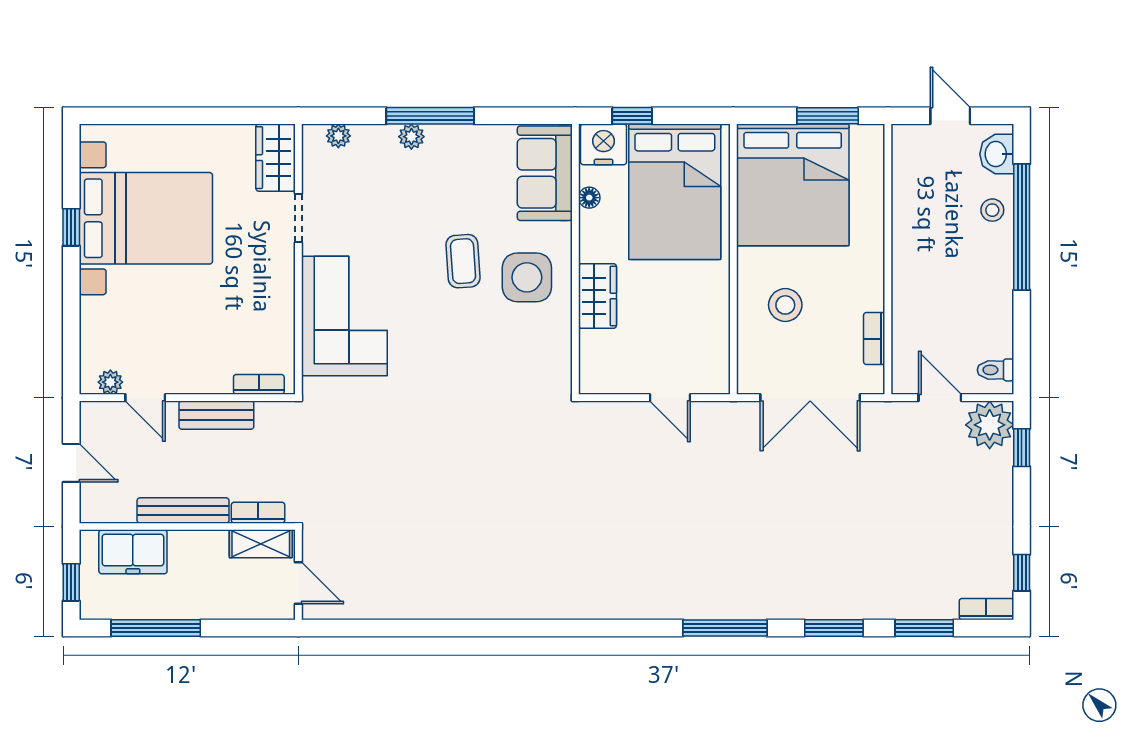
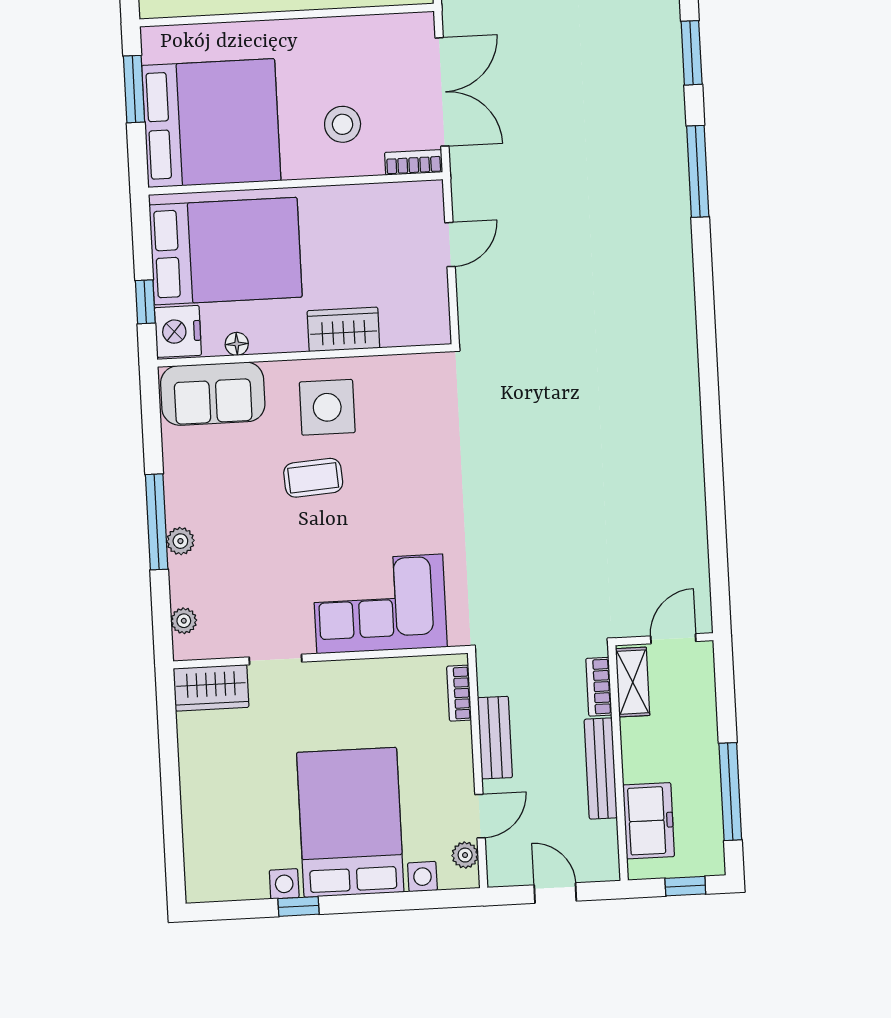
bed with nightstands: (146, 218) -> (350, 822), moved
bookcase: (874, 339) -> (414, 162), moved, turned 180
door: (71, 463) -> (555, 893), hinge flipped

